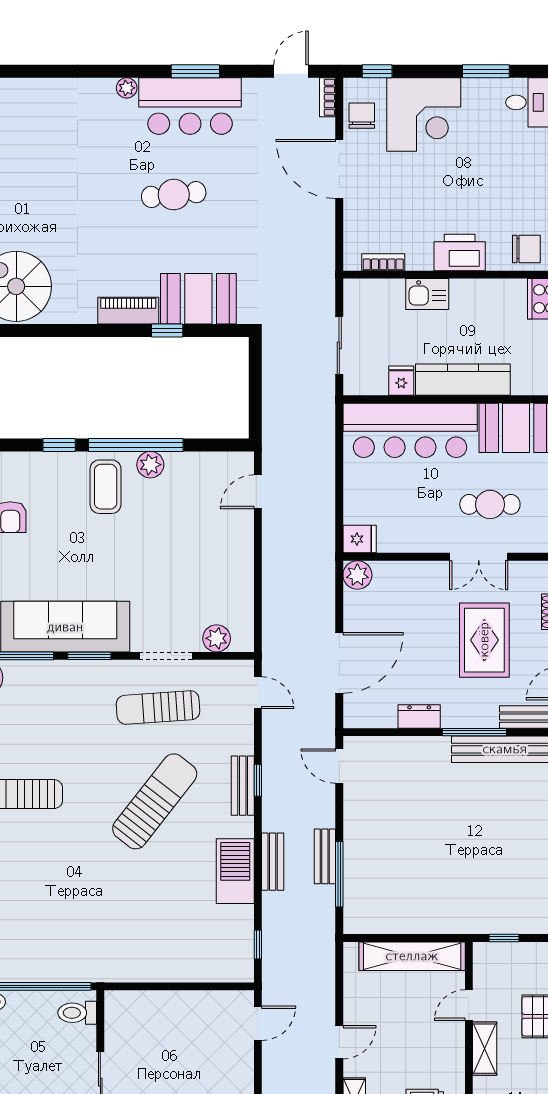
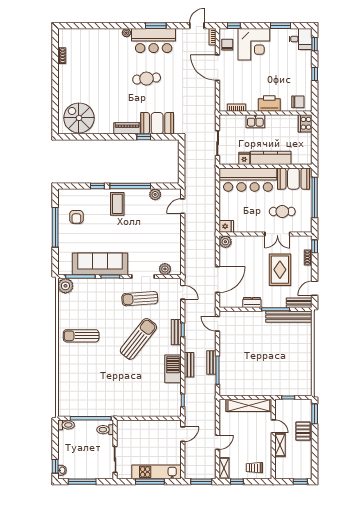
plant: (150, 465) -> (155, 194), moved
door: (469, 1005) -> (273, 426), swing flipped

